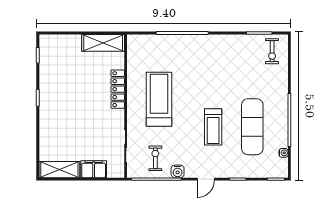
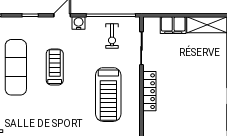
locker: (118, 89) -> (149, 91), moved
water cooler: (178, 171) -> (79, 23), moved

